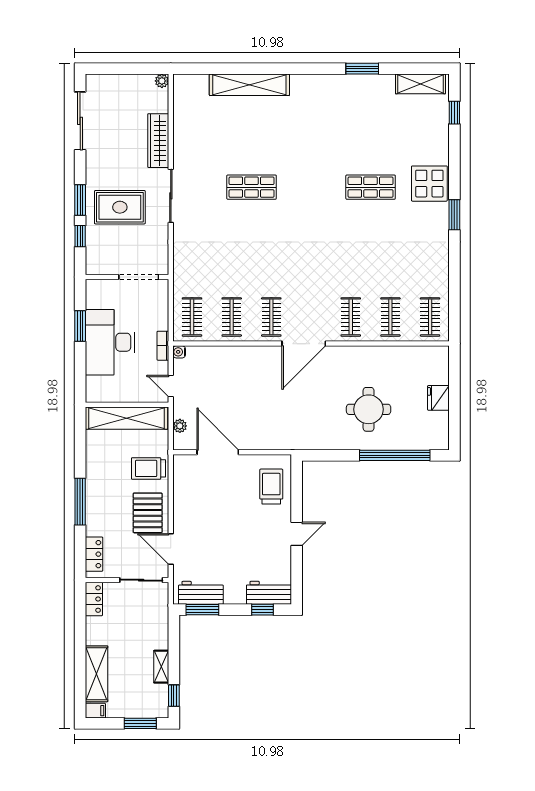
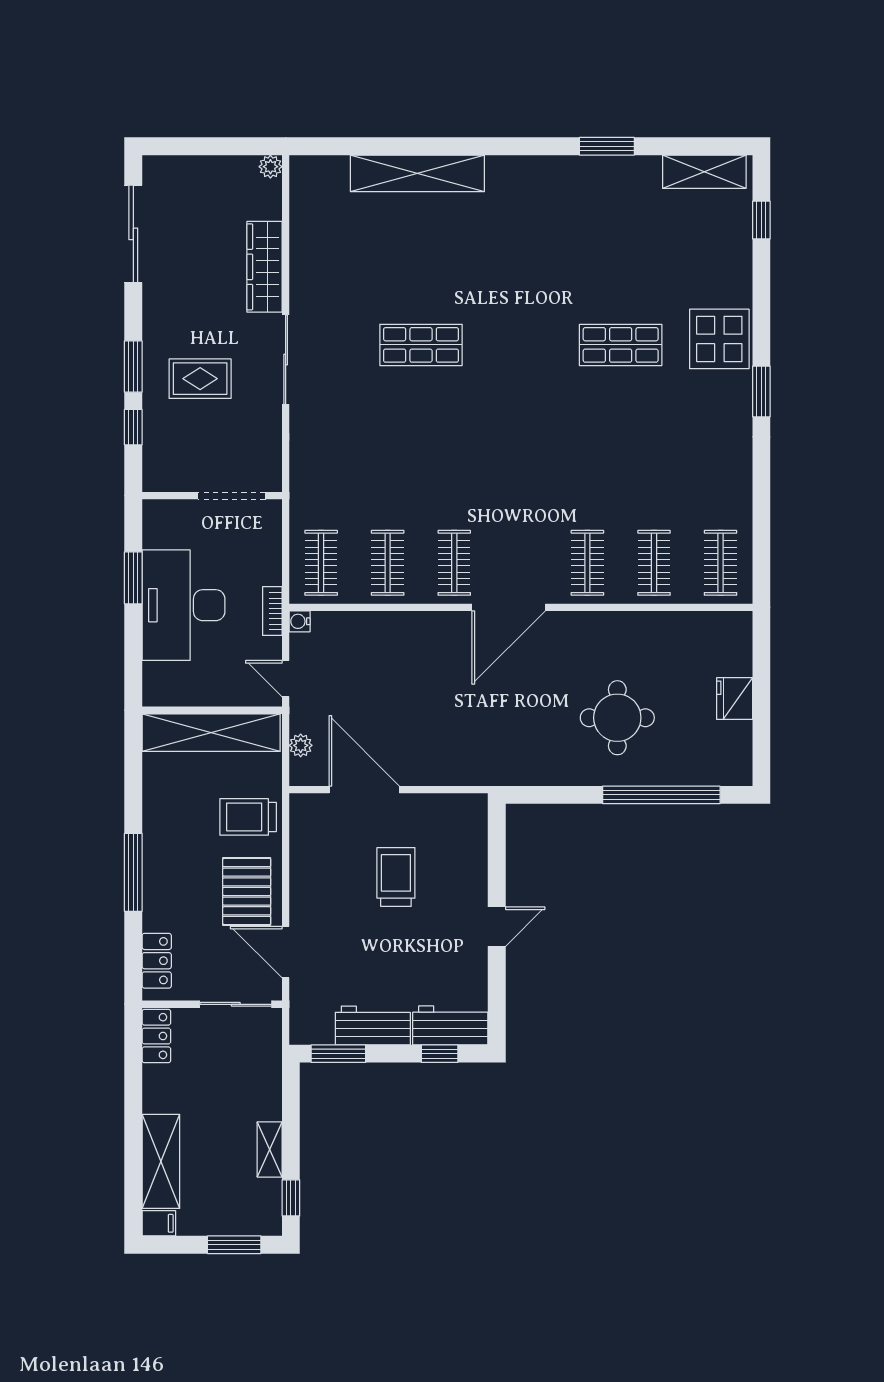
rug: (120, 207) -> (200, 379), width x0.73, depth x0.70
trolley: (271, 487) -> (396, 877), moved
workbench: (201, 593) -> (373, 1025), moved

